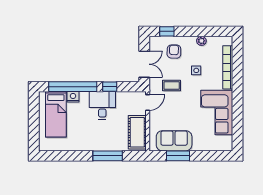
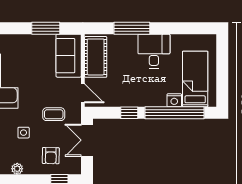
door: (148, 102) -> (83, 93), swing flipped
desk: (102, 105) -> (154, 51), moved, turned 180
sofa: (174, 141) -> (69, 56), moved, turned 90

